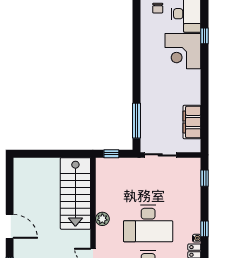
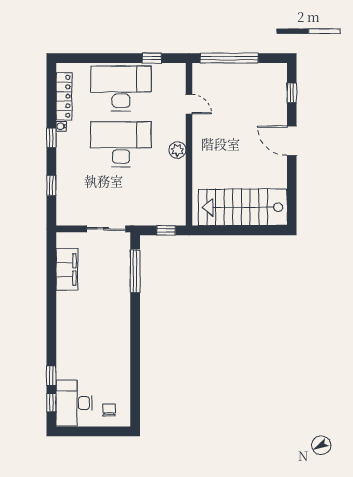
window: (205, 14) -> (51, 403), added
corner desk: (183, 51) -> (78, 357), removed
window: (205, 178) -> (51, 185), moved
stairs: (75, 193) -> (243, 207), moved, turned -90

